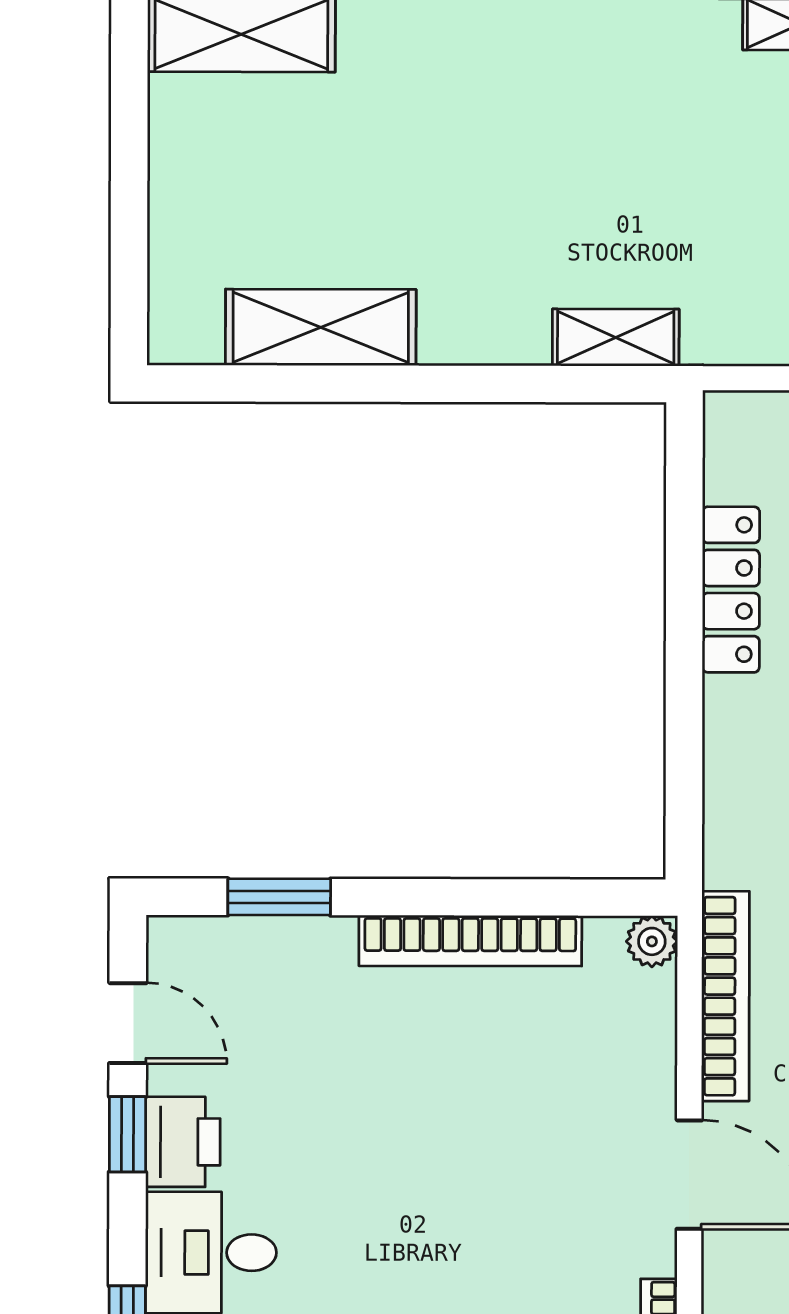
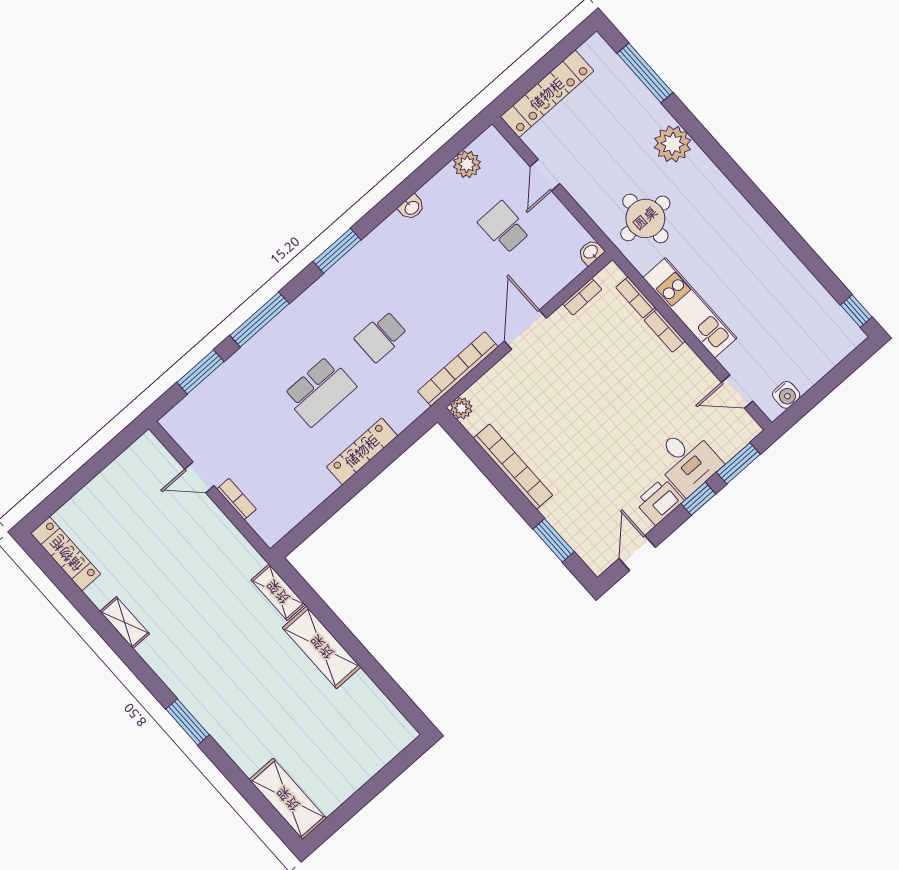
shelving: (321, 327) -> (322, 647), moved
locker: (731, 590) -> (362, 451), moved
window: (128, 1134) -> (698, 499), moved

